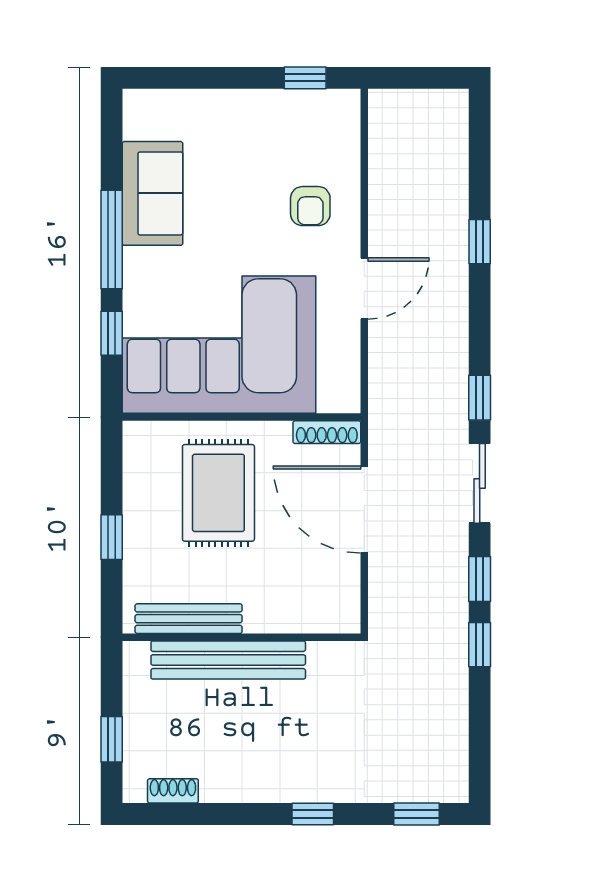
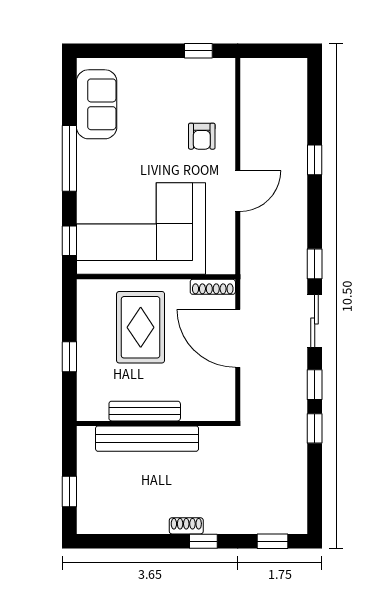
sofa: (153, 193) -> (97, 104), moved
window: (112, 333) -> (69, 241), moved
bench: (189, 619) -> (145, 411), moved
shoe rack: (173, 791) -> (186, 526), moved

